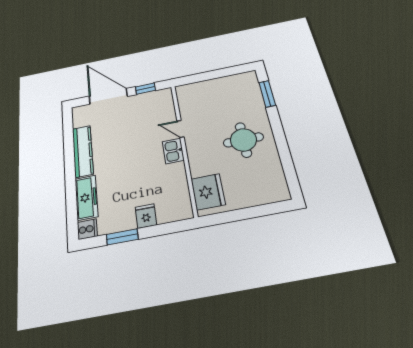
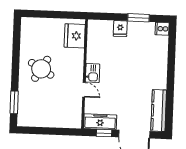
round table: (243, 140) -> (41, 69), turned 31
kitchen counter: (83, 151) -> (159, 111), moved
freezer: (86, 198) -> (100, 122), moved, turned 90

